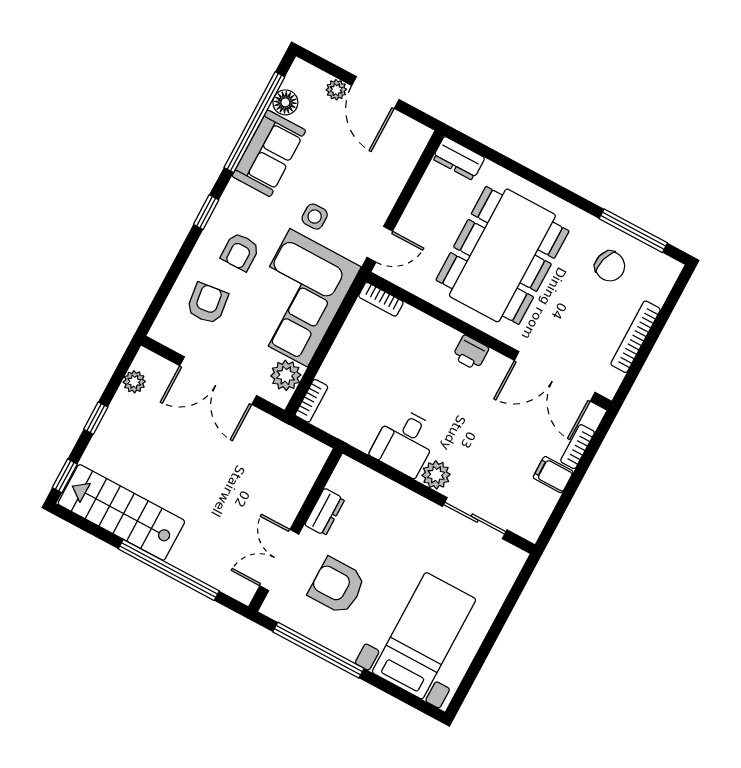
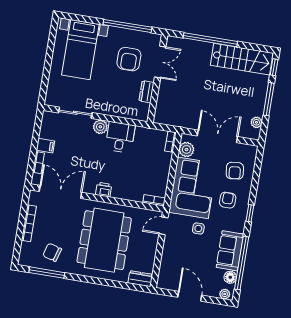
plant: (336, 90) -> (225, 294), moved
window: (96, 418) -> (269, 99), width x2.17
armchair: (337, 586) -> (129, 59), turned 90

